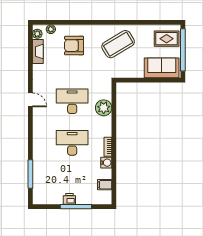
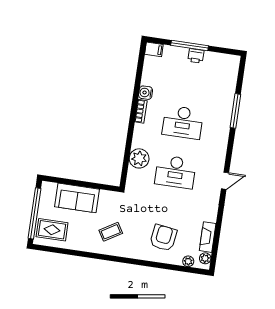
coffee table: (118, 44) -> (111, 232), width x0.54, depth x0.58
armchair: (74, 46) -> (163, 238), turned -82
sofa: (162, 68) -> (77, 198), moved
door: (30, 100) -> (225, 181), swing flipped
window: (30, 174) -> (235, 111), moved
filing cabinet: (105, 185) -> (154, 49), moved

